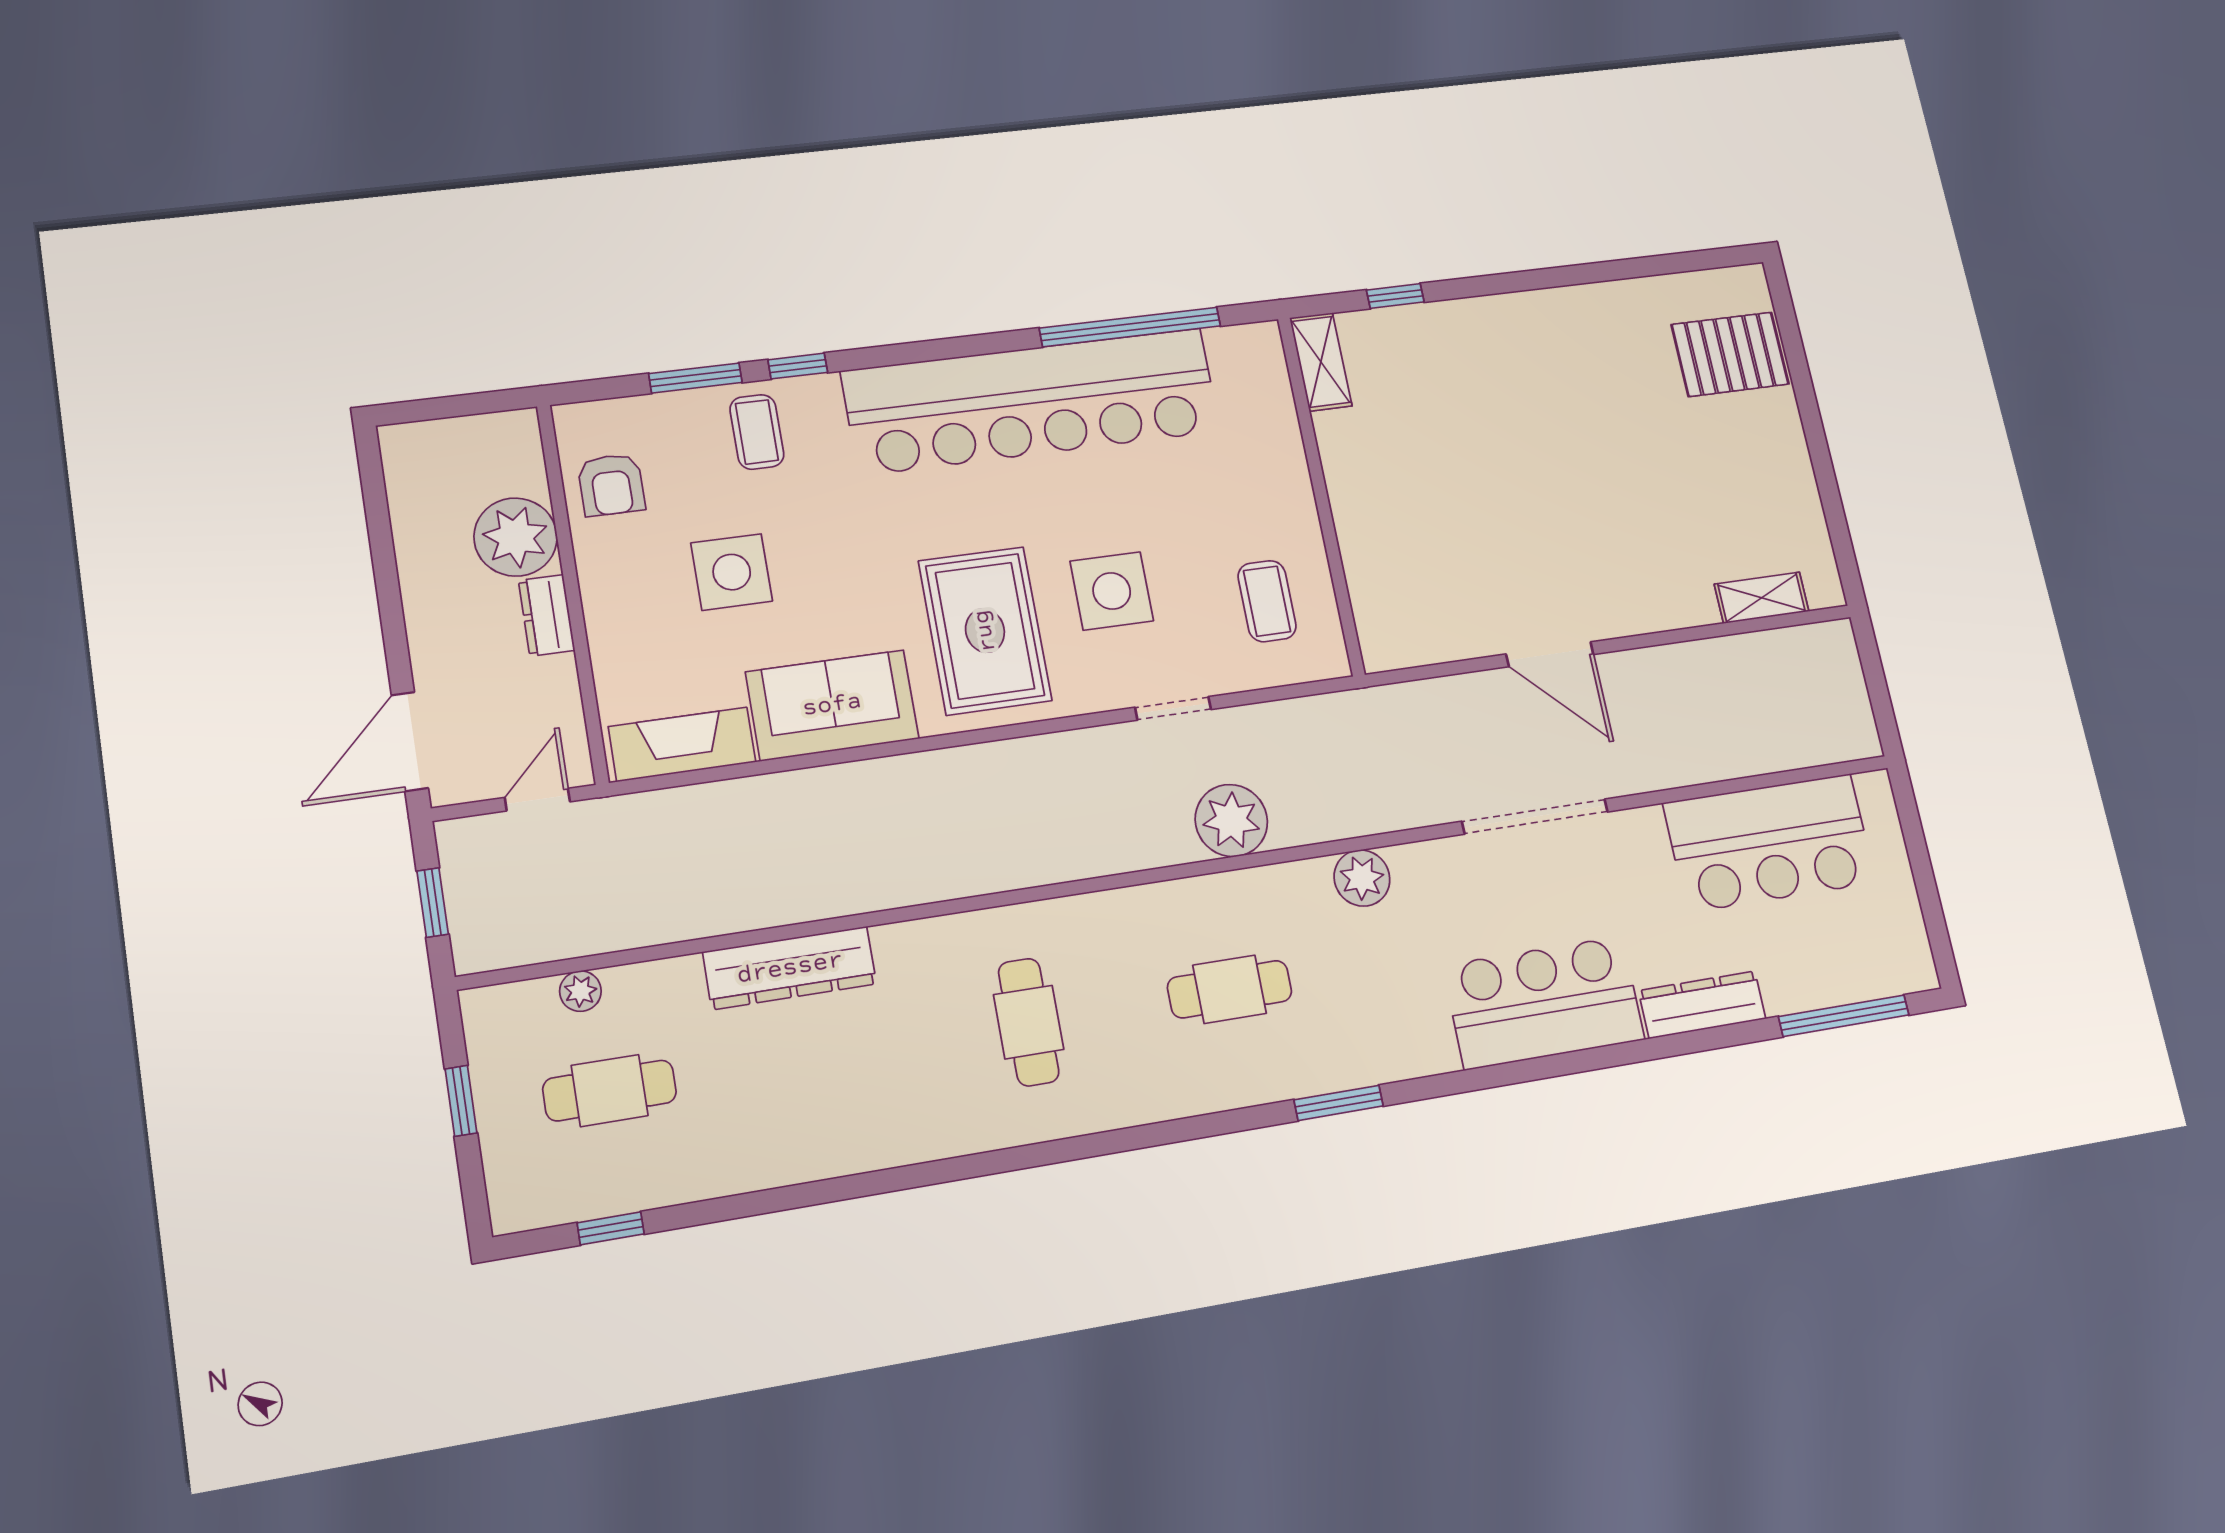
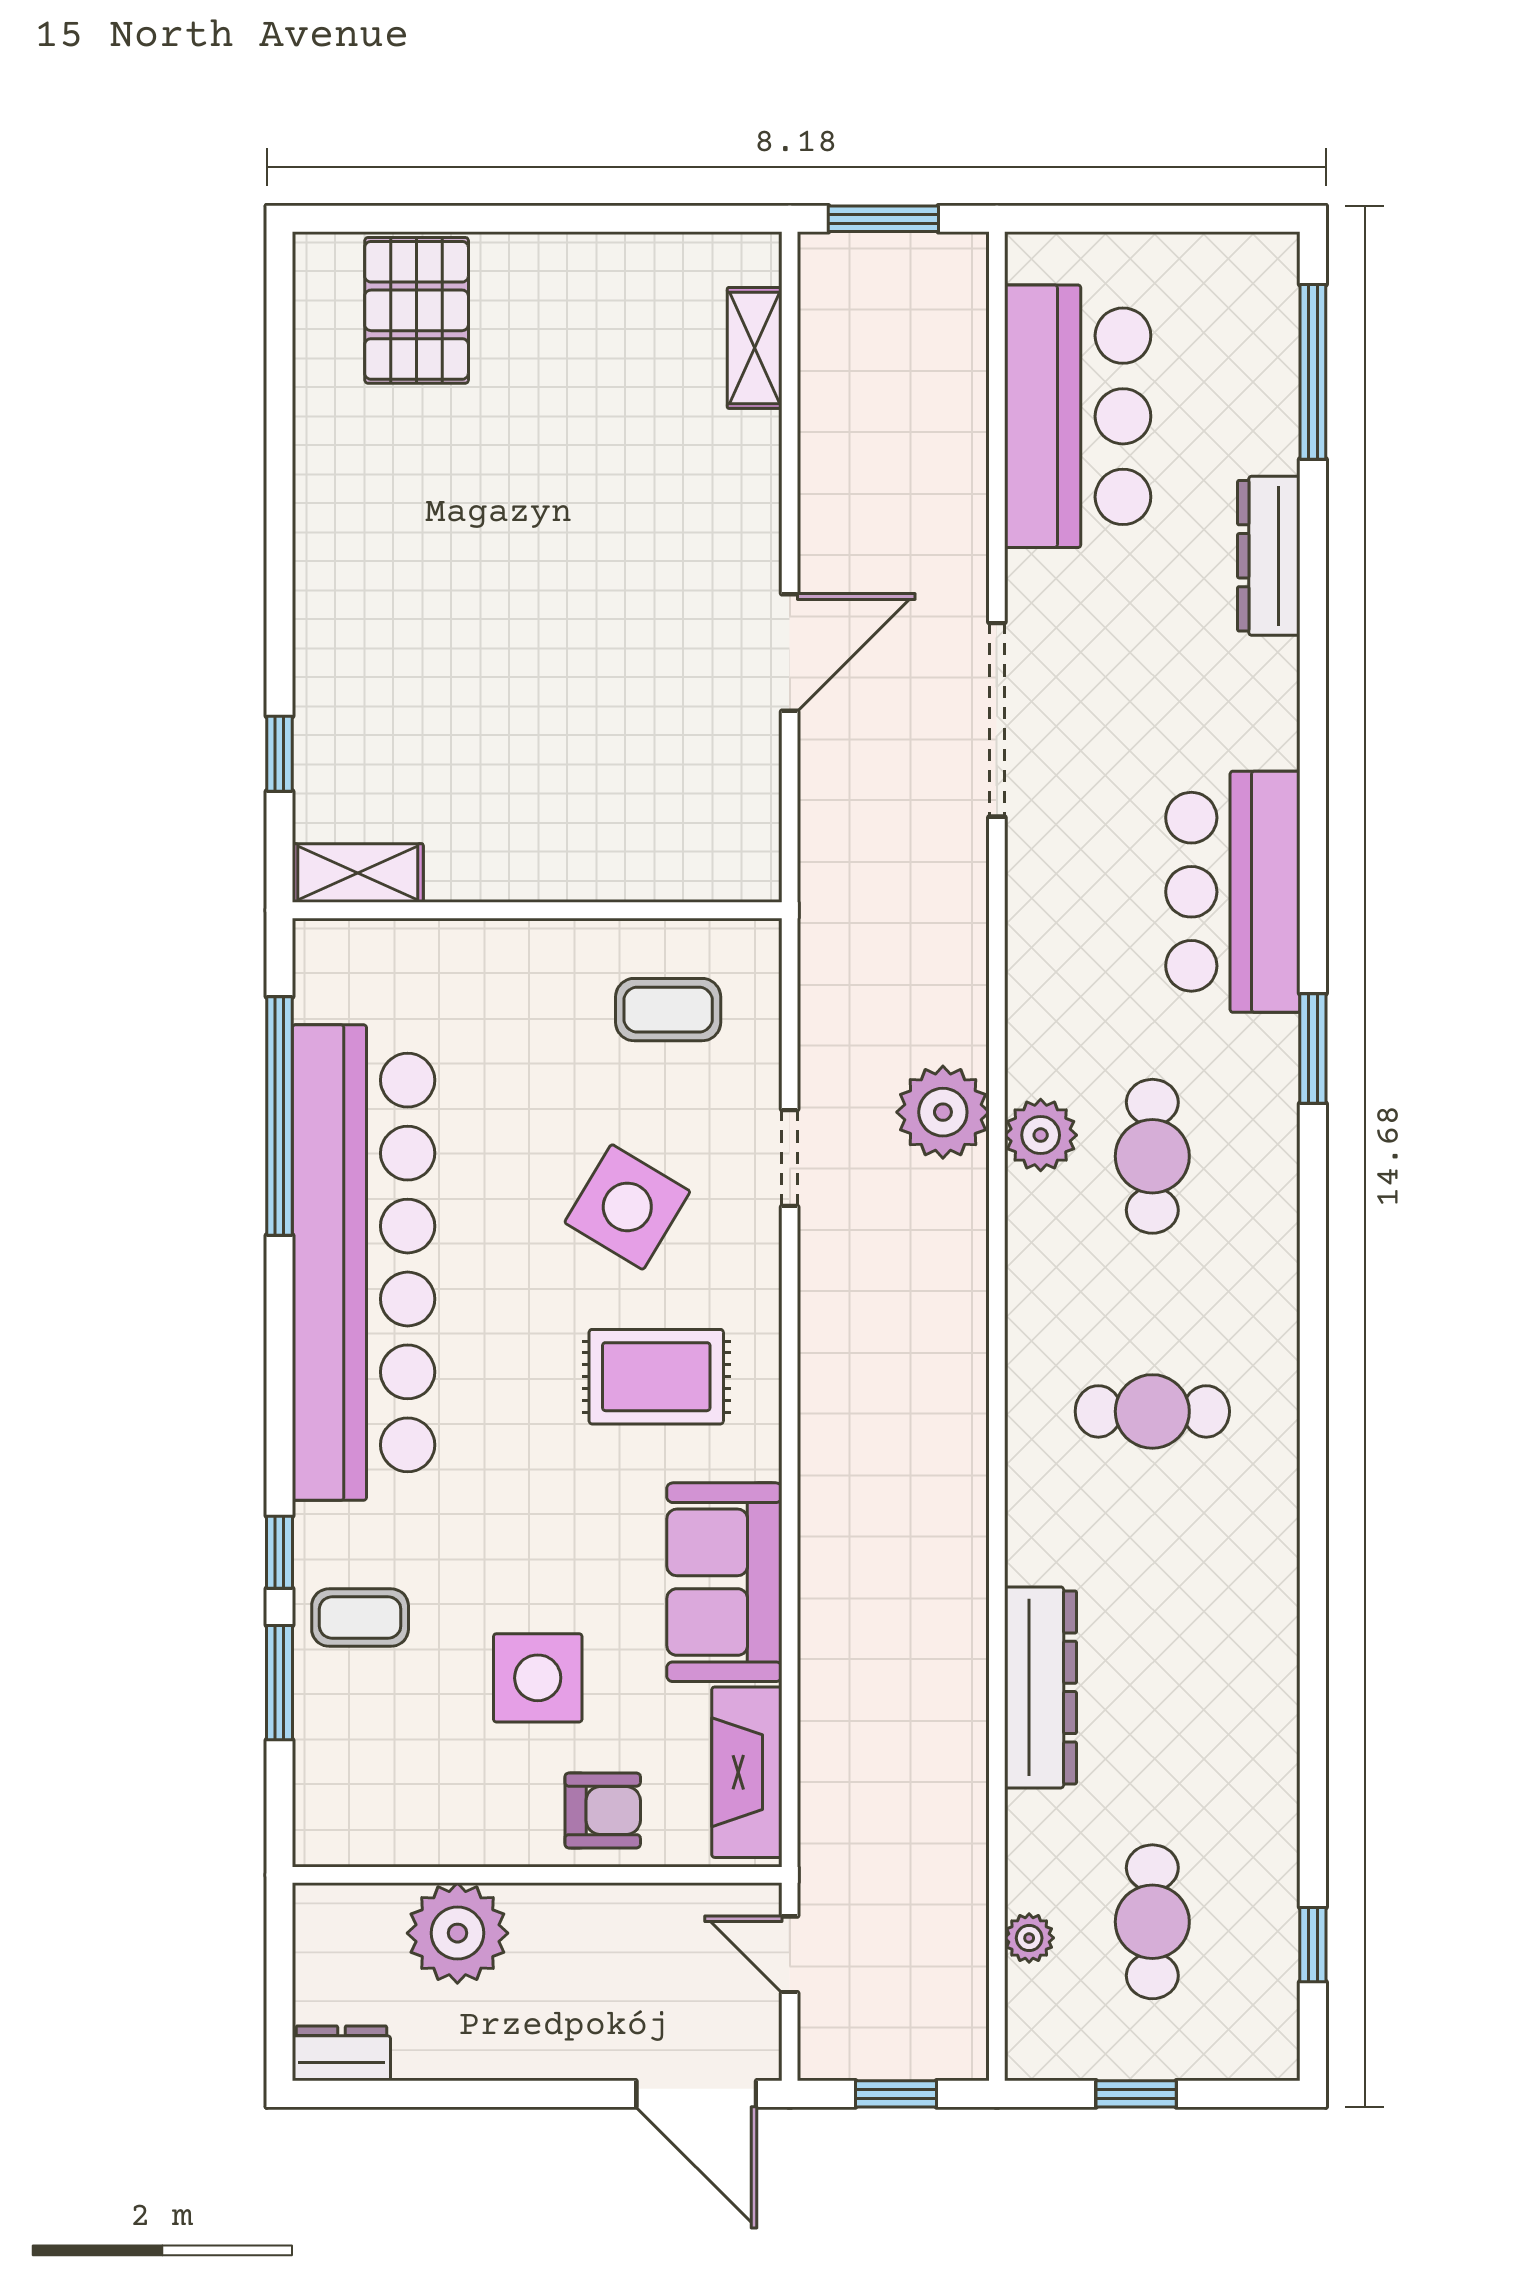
armchair: (611, 485) -> (603, 1810), moved
side table: (1112, 591) -> (627, 1207), turned 31
dresser: (547, 615) -> (341, 2053), moved, turned 180
rug: (985, 631) -> (656, 1377), width x0.73, depth x0.70
window: (1875, 678) -> (883, 219), added
plant: (1362, 878) -> (1041, 1135), moved
bar counter: (1544, 1003) -> (1233, 892), moved

